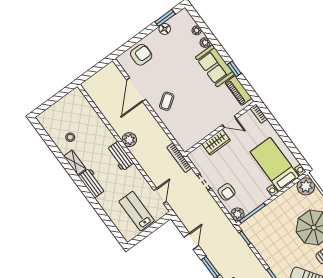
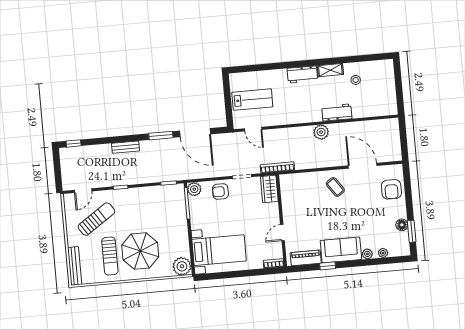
wardrobe: (216, 142) -> (269, 189), moved
workbench: (120, 156) -> (337, 112), moved
door: (191, 241) -> (195, 133), width x1.87

